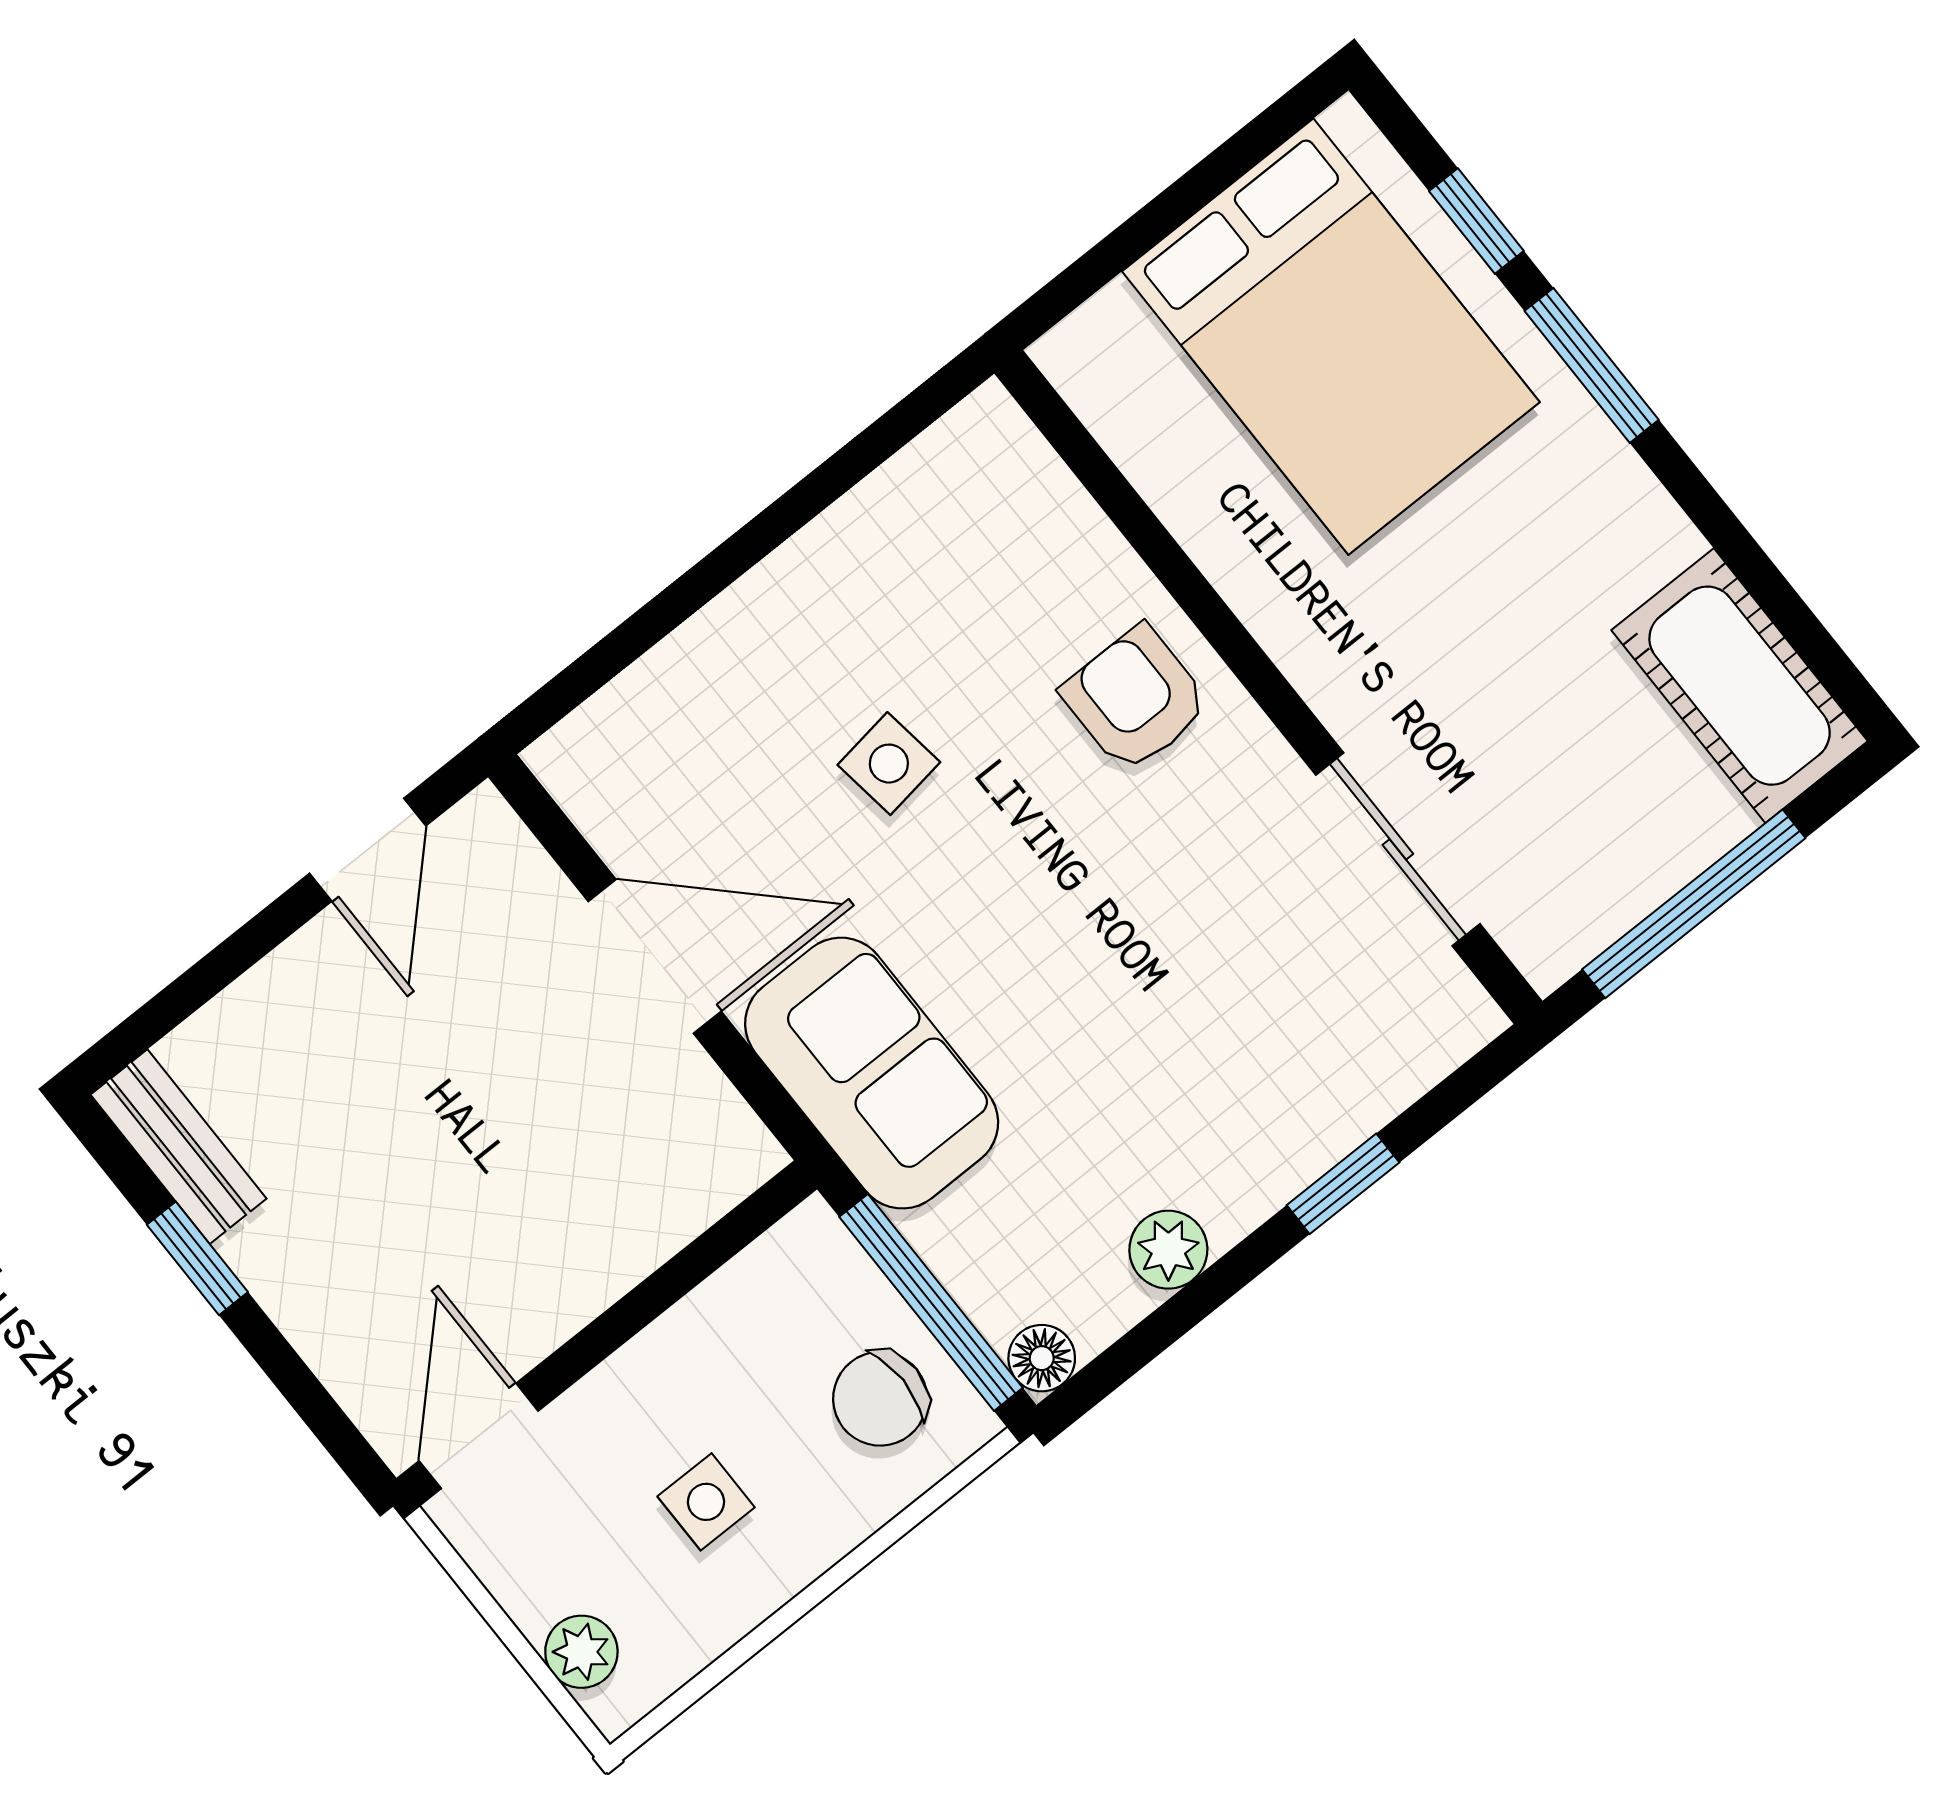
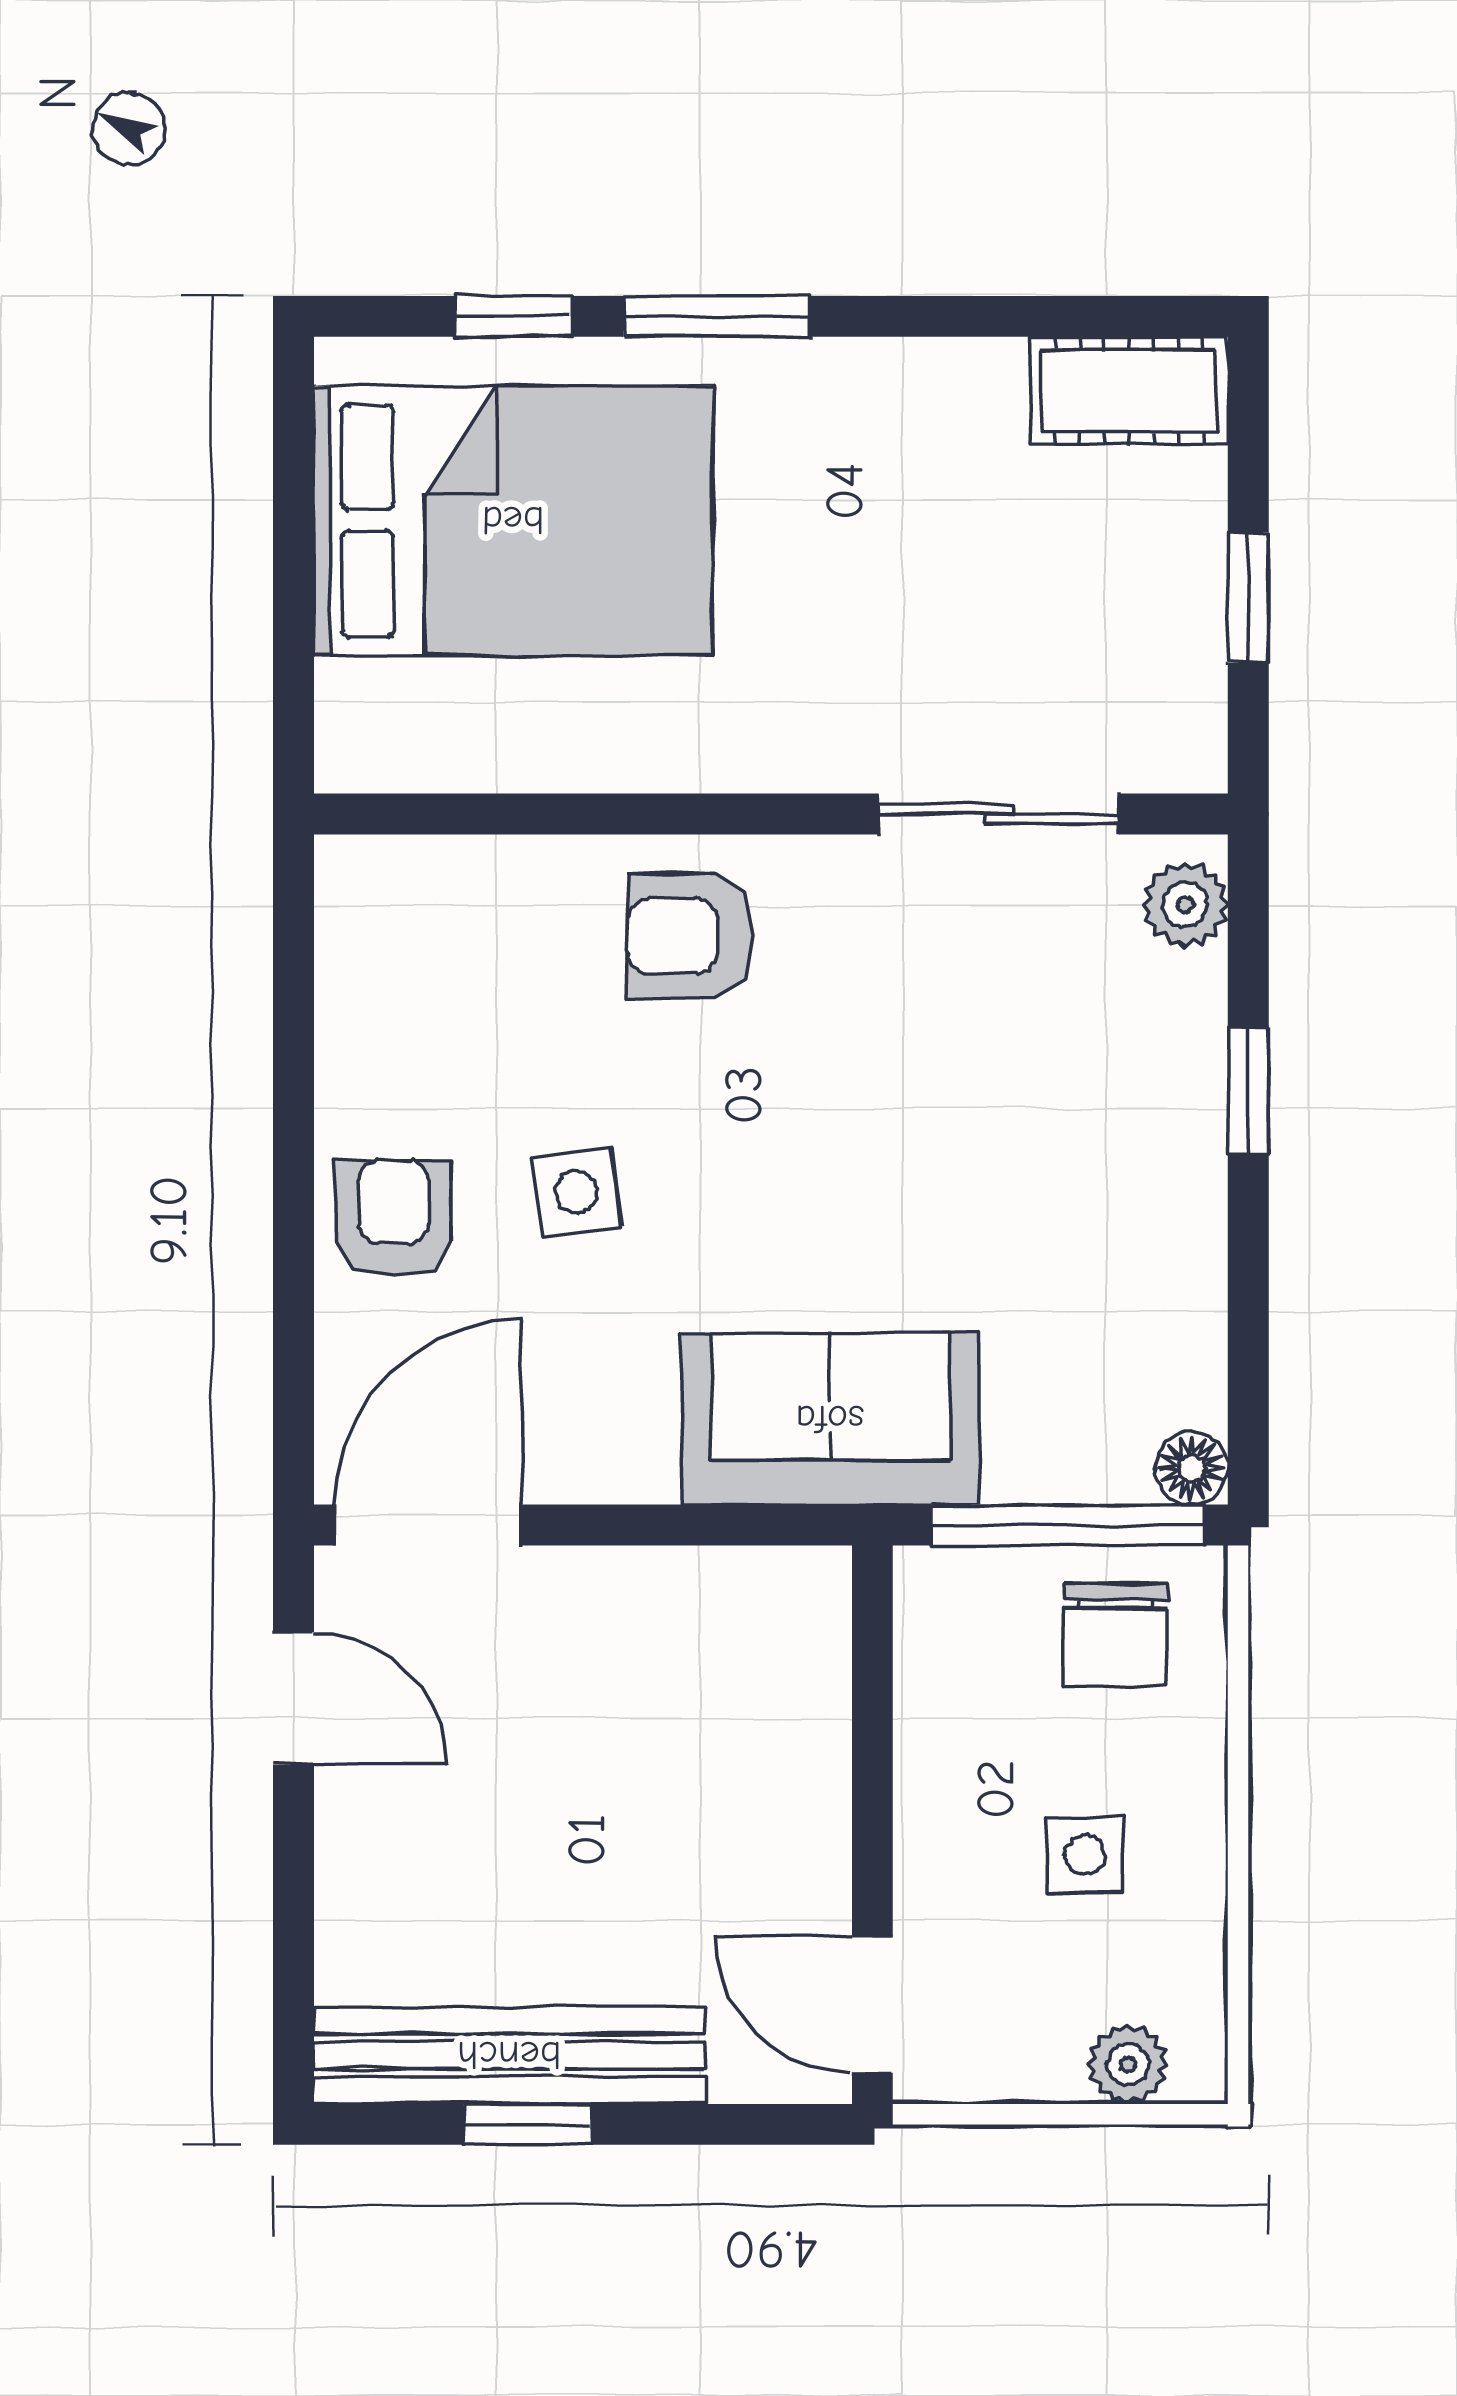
armchair: (766, 648) -> (393, 1218), added
cot: (1740, 686) -> (1129, 391), width x0.73, depth x0.75
window: (1694, 904) -> (1248, 598), width x0.46
door: (655, 956) -> (428, 1525), moved
bench: (179, 1147) -> (509, 2055), width x1.86, depth x1.21
plant: (1168, 1250) -> (1185, 905), moved

